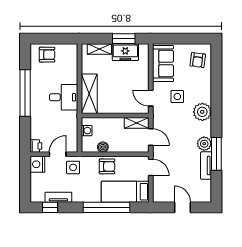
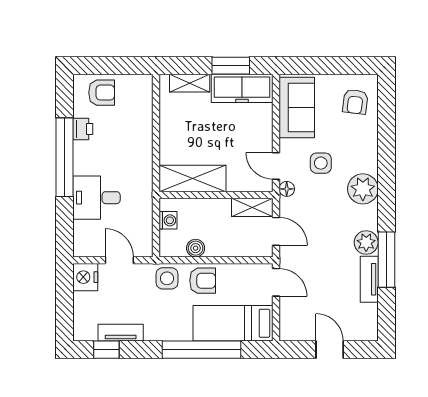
freezer: (125, 52) -> (242, 88), width x1.40
shelving: (89, 94) -> (193, 179), moved, turned 90
desk: (64, 97) -> (96, 198), moved, turned 180
floor lamp: (157, 112) -> (287, 189), added
printer: (36, 146) -> (83, 129), moved
door: (58, 154) -> (119, 260), hinge flipped
side table: (73, 167) -> (167, 278), moved

